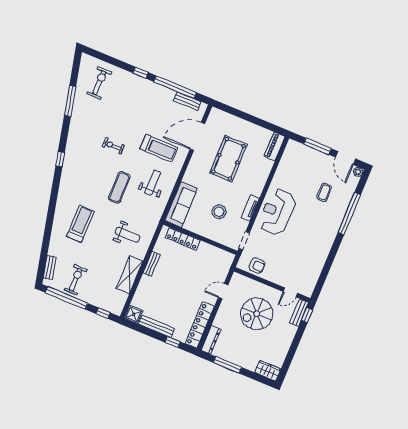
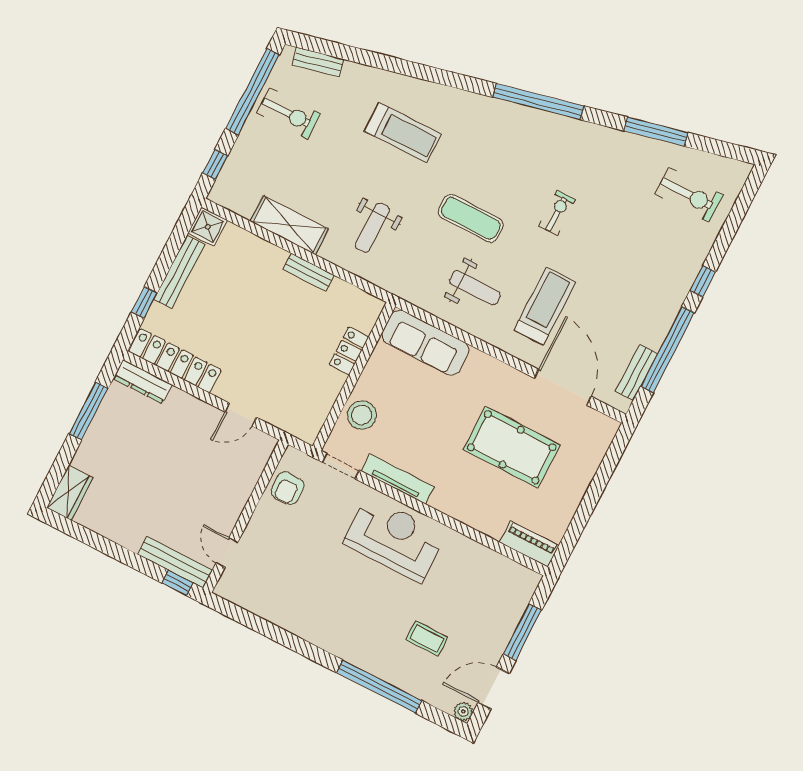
treadmill: (159, 148) -> (545, 306), turned 180
window: (60, 159) -> (538, 102), width x3.17
tv unit: (250, 208) -> (398, 479), width x1.41
stool: (219, 212) -> (362, 415), moved
locker: (183, 239) -> (349, 351), width x0.66
door: (223, 291) -> (241, 415), swing flipped
bench: (299, 313) -> (175, 562), width x1.36
spiral stairs: (257, 314) -> (189, 480), removed

